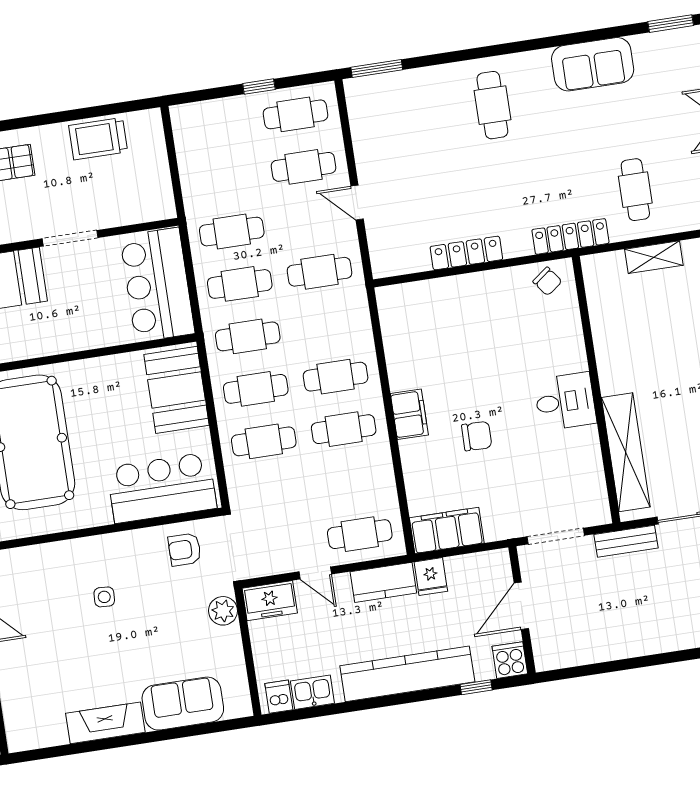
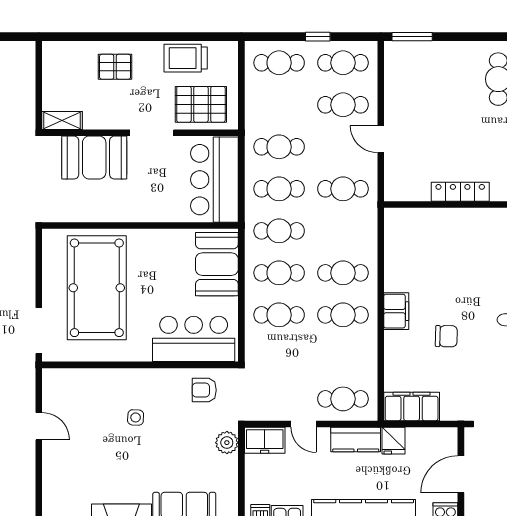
cafe table: (216, 127) -> (279, 63), added
pallet: (126, 193) -> (201, 104), added

